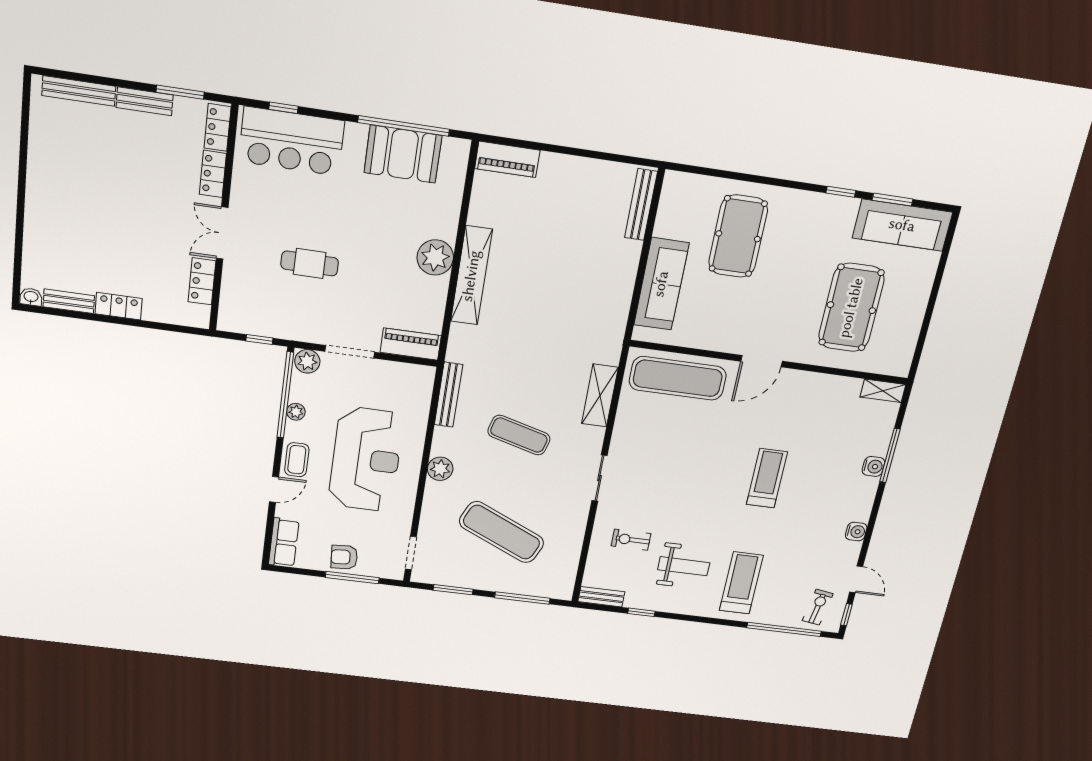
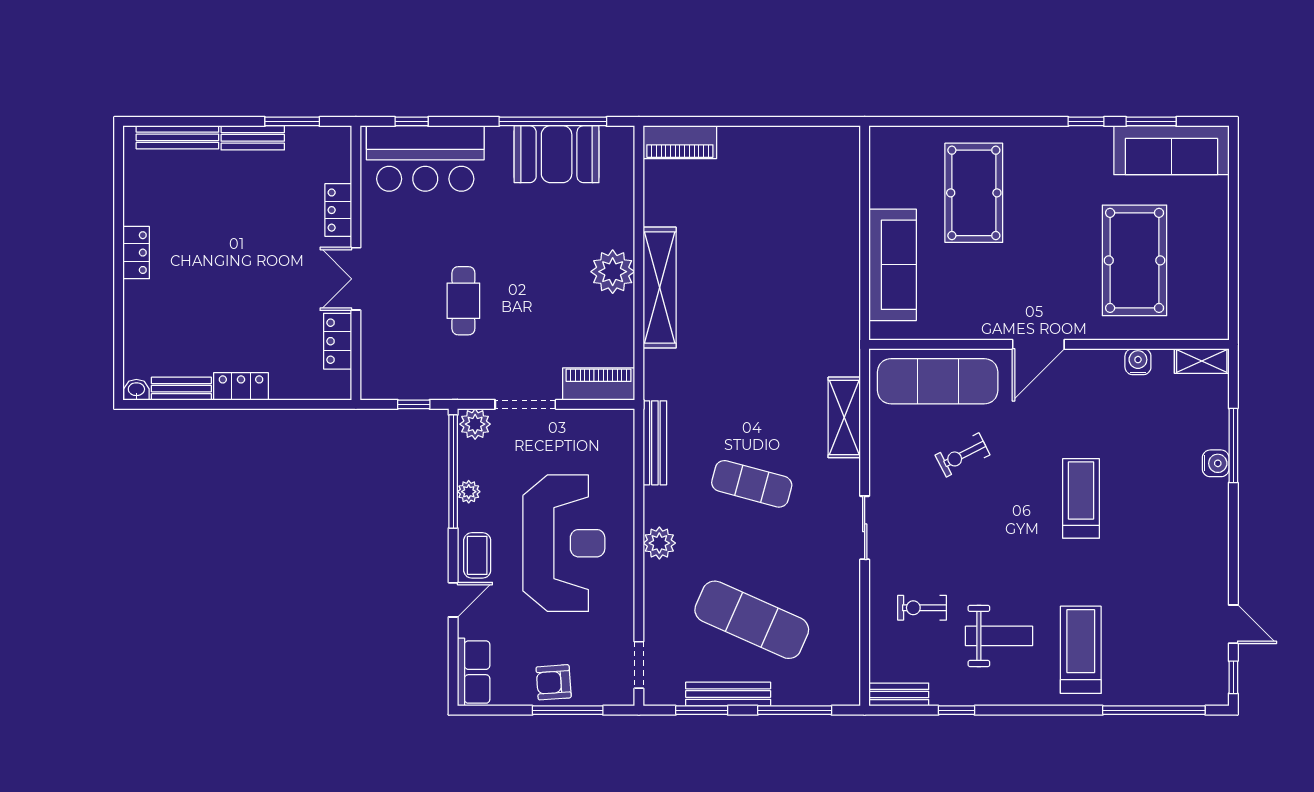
locker: (218, 127) -> (136, 253), moved, turned 180
bench: (641, 205) -> (728, 694), moved, turned 90
cafe table: (310, 263) -> (463, 301), turned 90
water cooler: (856, 532) -> (1138, 362), moved, turned -90
exercise bike: (818, 607) -> (963, 455), moved, turned -126

